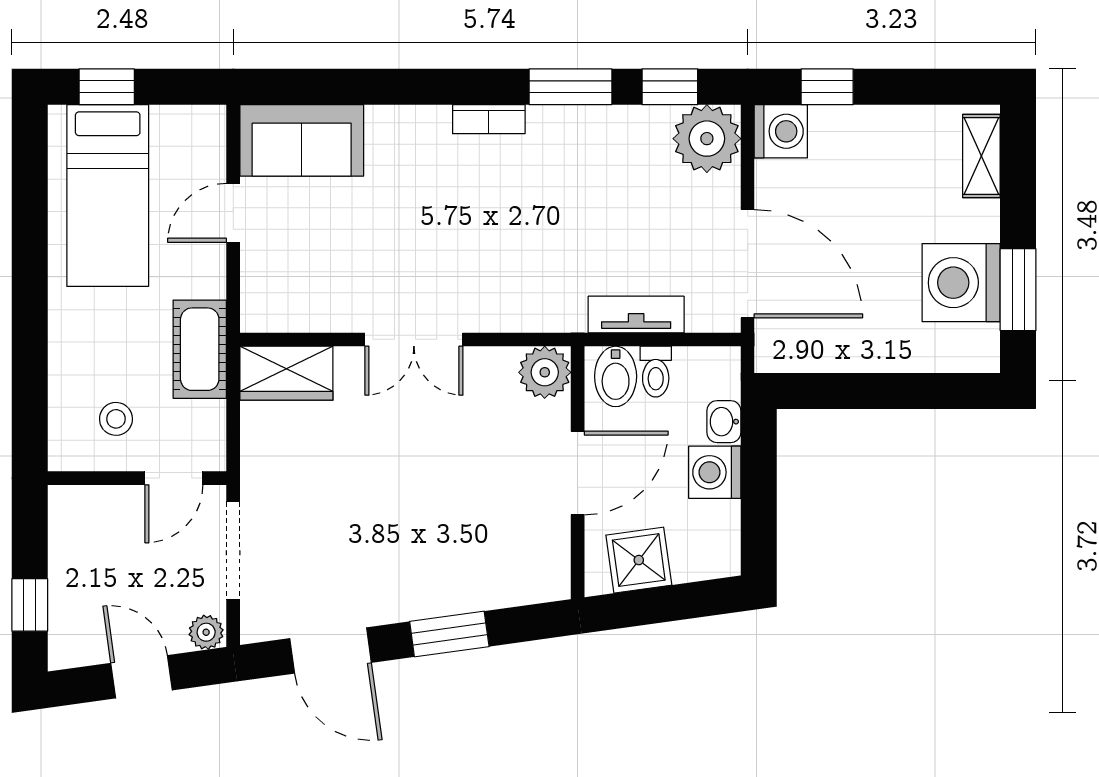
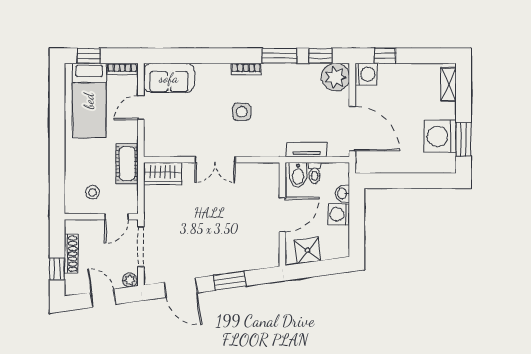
bookcase: (188, 119) -> (122, 69), added
side table: (479, 223) -> (242, 112), added
plant: (545, 372) -> (269, 173), removed
shoe rack: (64, 568) -> (71, 254), added

